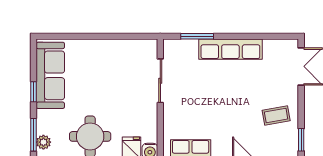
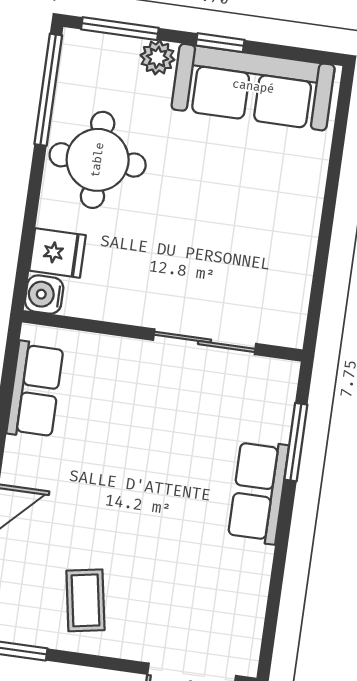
row of seats: (230, 49) -> (258, 492), width x0.68
plant: (43, 142) -> (157, 57), moved

